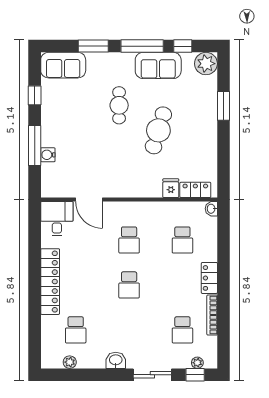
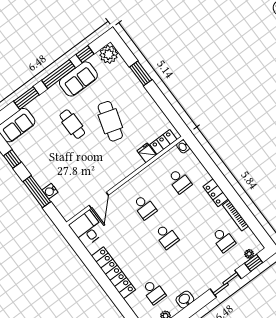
door: (89, 199) -> (99, 200), hinge flipped
washbasin: (116, 360) -> (185, 300), moved

